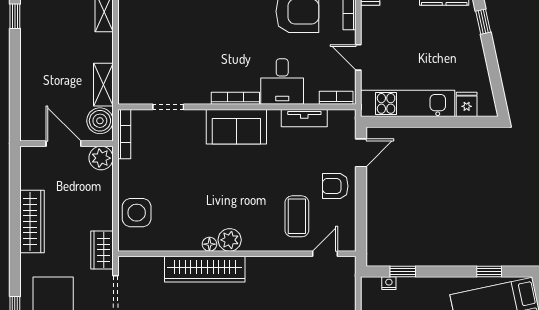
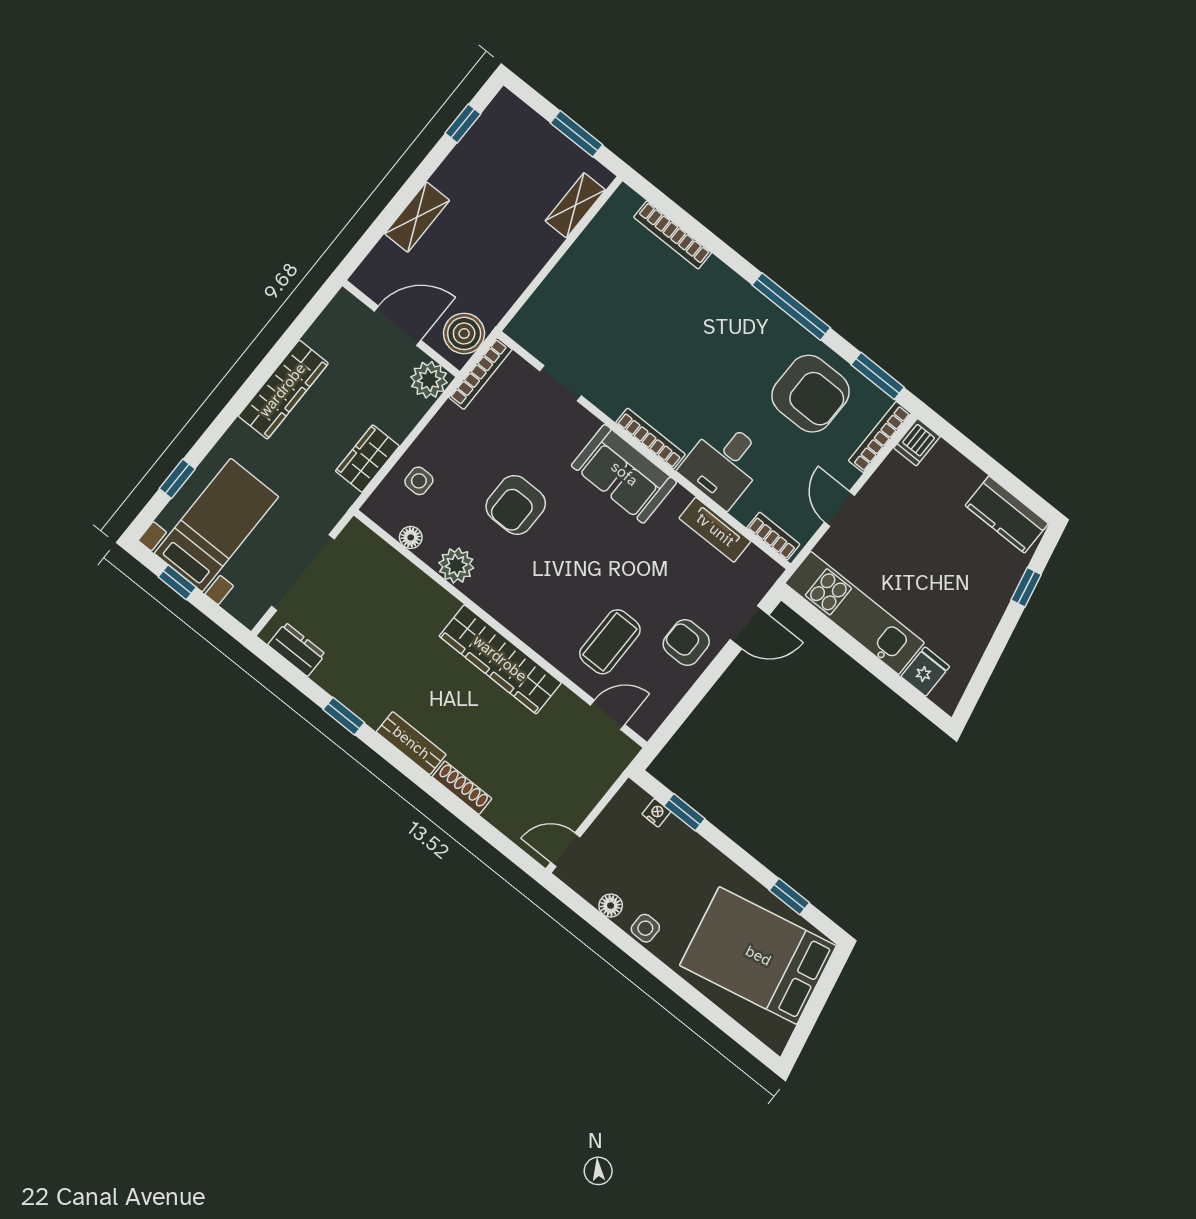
shelving: (103, 85) -> (417, 217), moved
door: (64, 144) -> (398, 326), hinge flipped
armchair: (195, 186) -> (516, 505), added
side table: (137, 213) -> (419, 481), width x0.54, depth x0.54
plant: (230, 240) -> (456, 565), moved
floor lamp: (209, 244) -> (411, 537), moved
wardrobe: (102, 250) -> (367, 459), moved
wardrobe: (205, 269) -> (500, 659), moved

